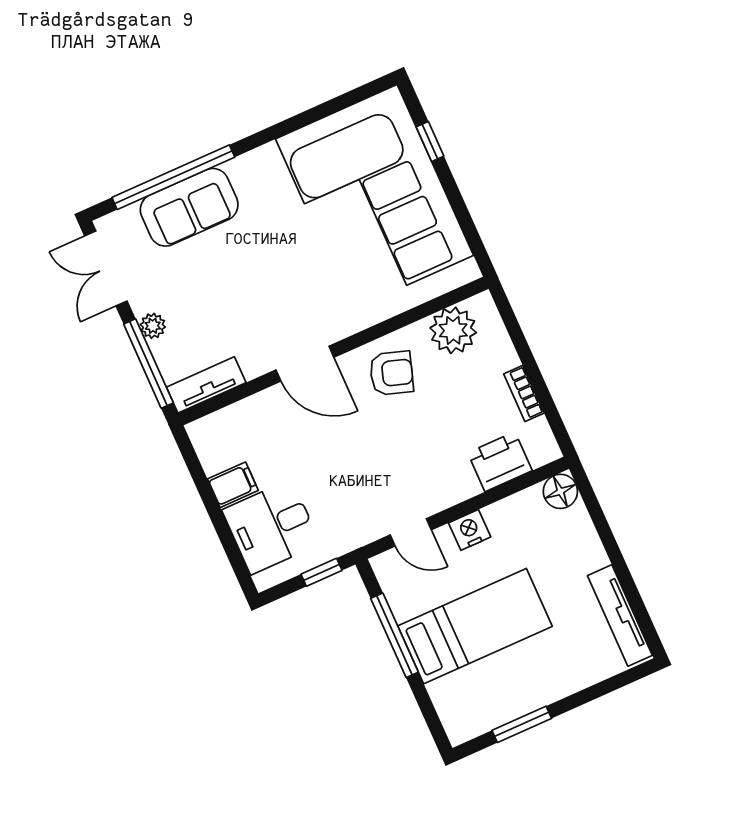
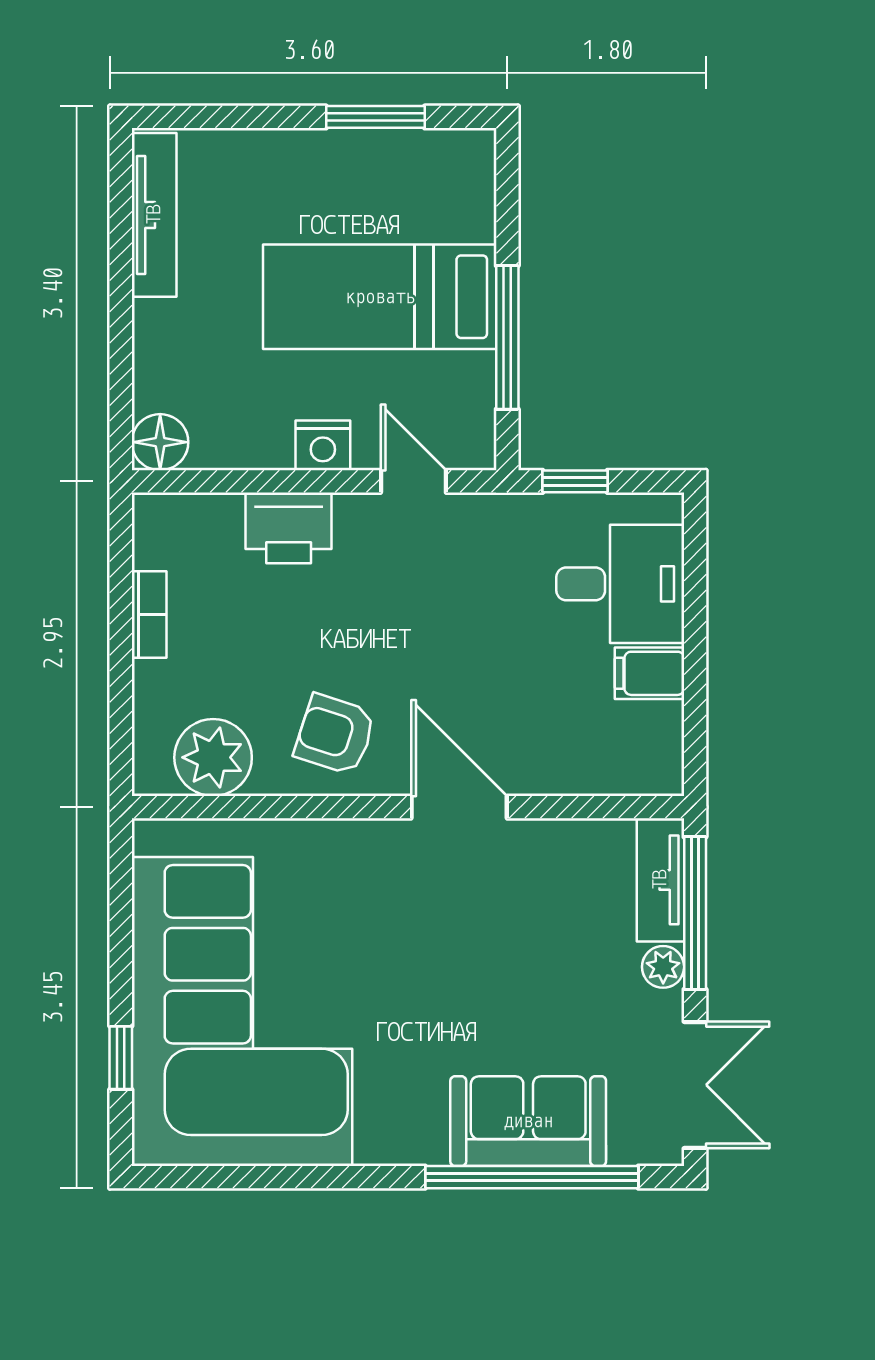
tv unit: (206, 385) -> (660, 880), moved, turned 90
printer: (500, 462) -> (289, 528), moved

